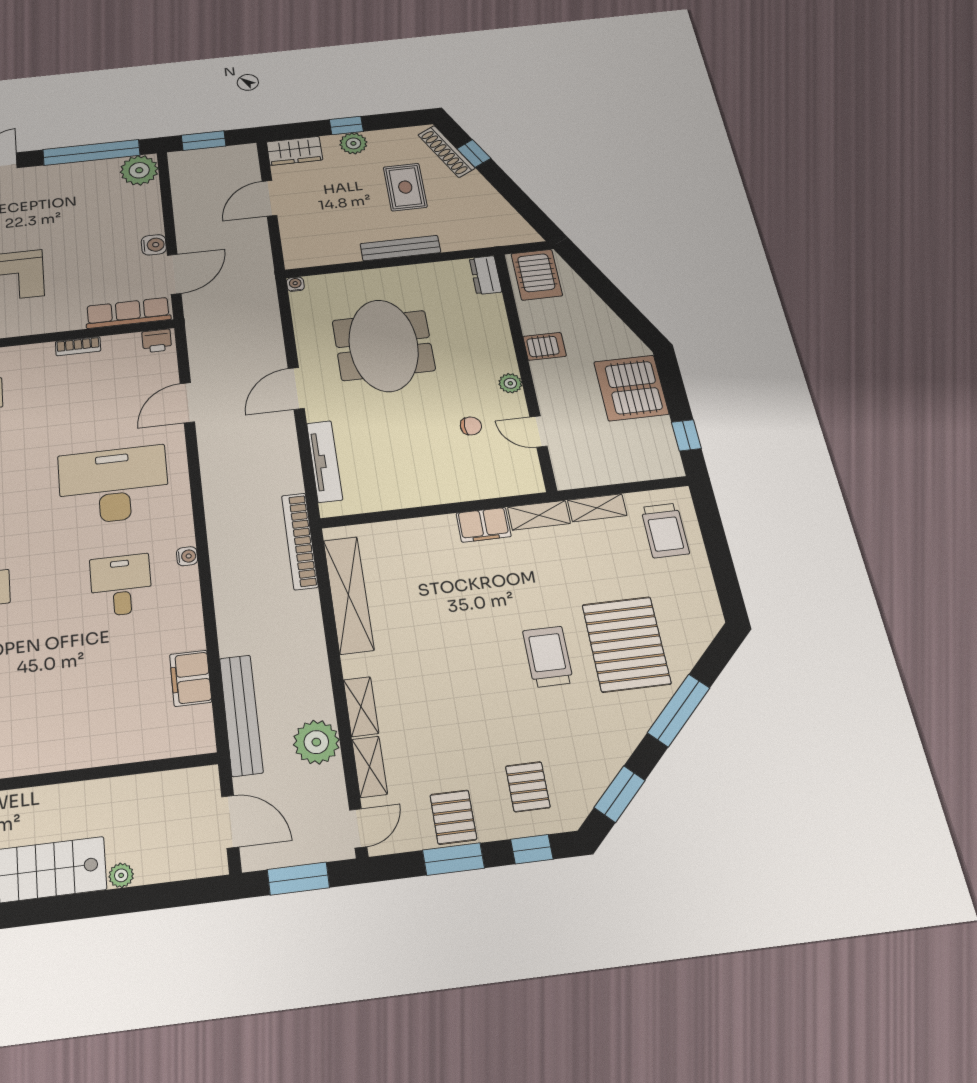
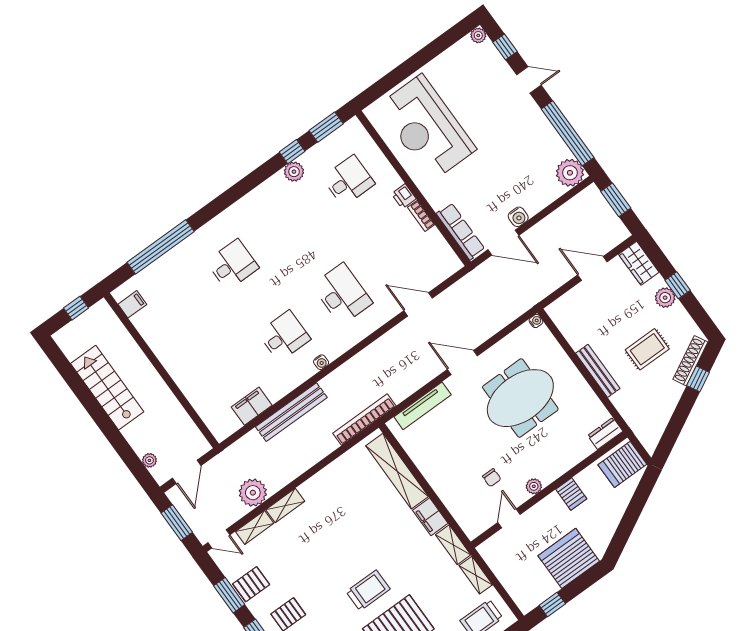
printer: (157, 341) -> (404, 196), moved
desk: (114, 485) -> (342, 294), width x0.73, depth x0.77
shelving: (348, 595) -> (397, 471), moved, turned 90
bench: (241, 715) -> (291, 412), moved
plant: (121, 875) -> (149, 460), moved

